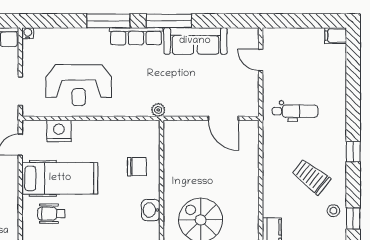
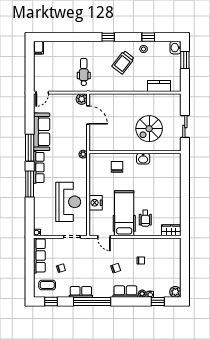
door: (261, 60) -> (42, 93), moved
plant: (250, 108) -> (82, 99), added
door: (223, 118) -> (88, 115), hinge flipped
nightstand: (59, 131) -> (96, 203), moved

